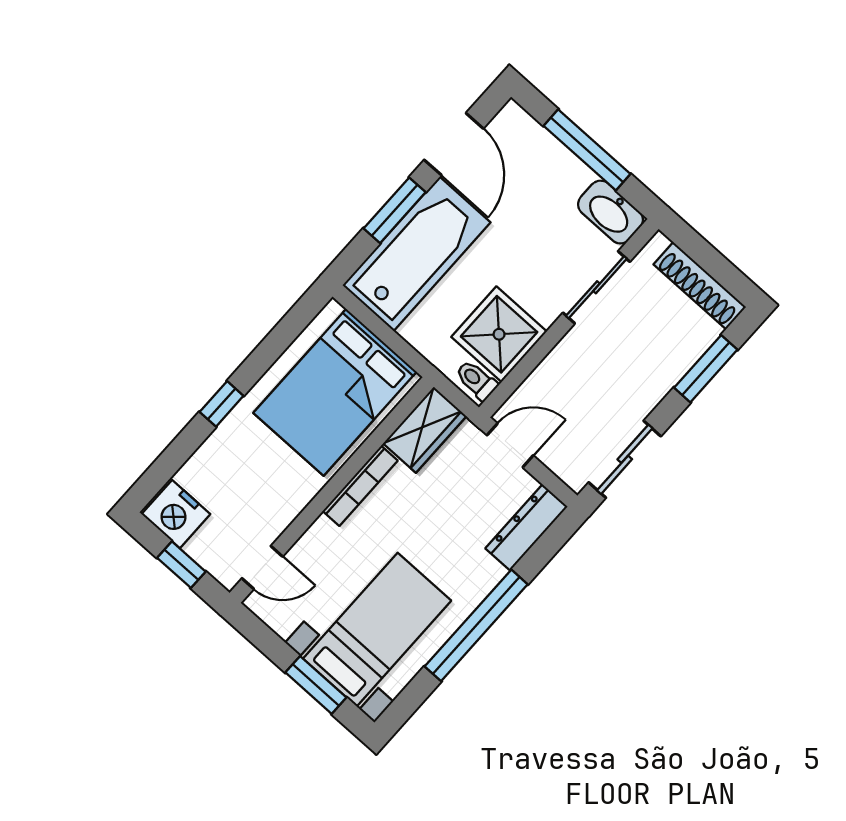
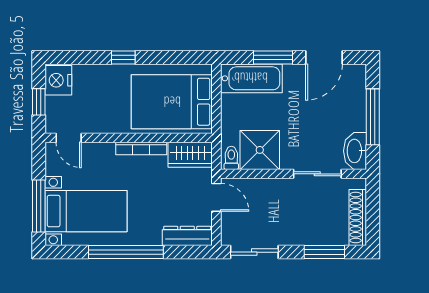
bathtub: (417, 254) -> (251, 78), width x0.73, depth x0.73
window: (316, 685) -> (39, 206), width x1.44

